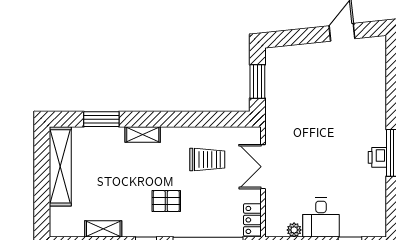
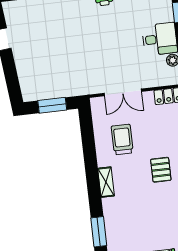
shelving: (143, 135) -> (106, 182), moved

